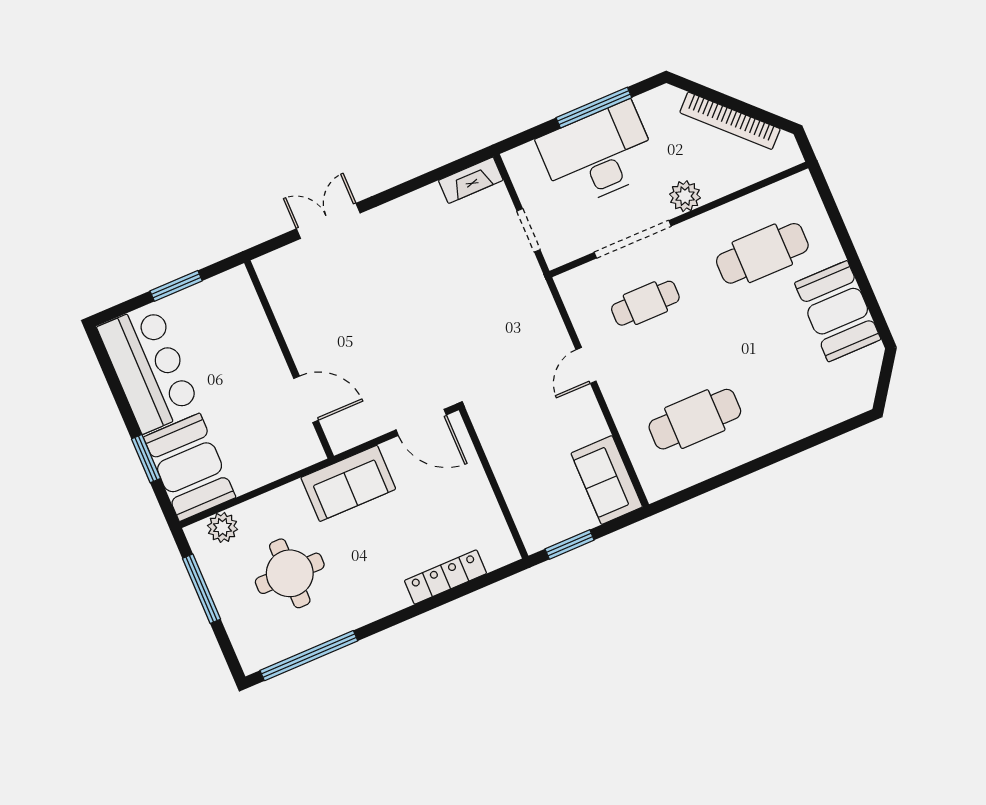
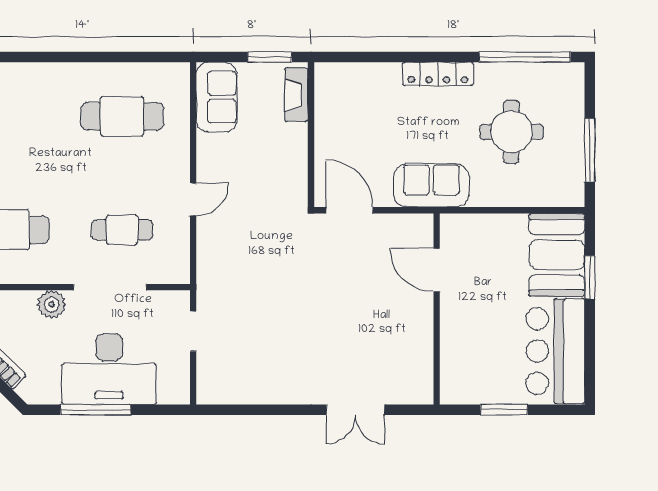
fireplace: (471, 180) -> (296, 95), moved, turned -90
plant: (223, 527) -> (551, 193), removed
locker: (446, 577) -> (438, 74), moved

